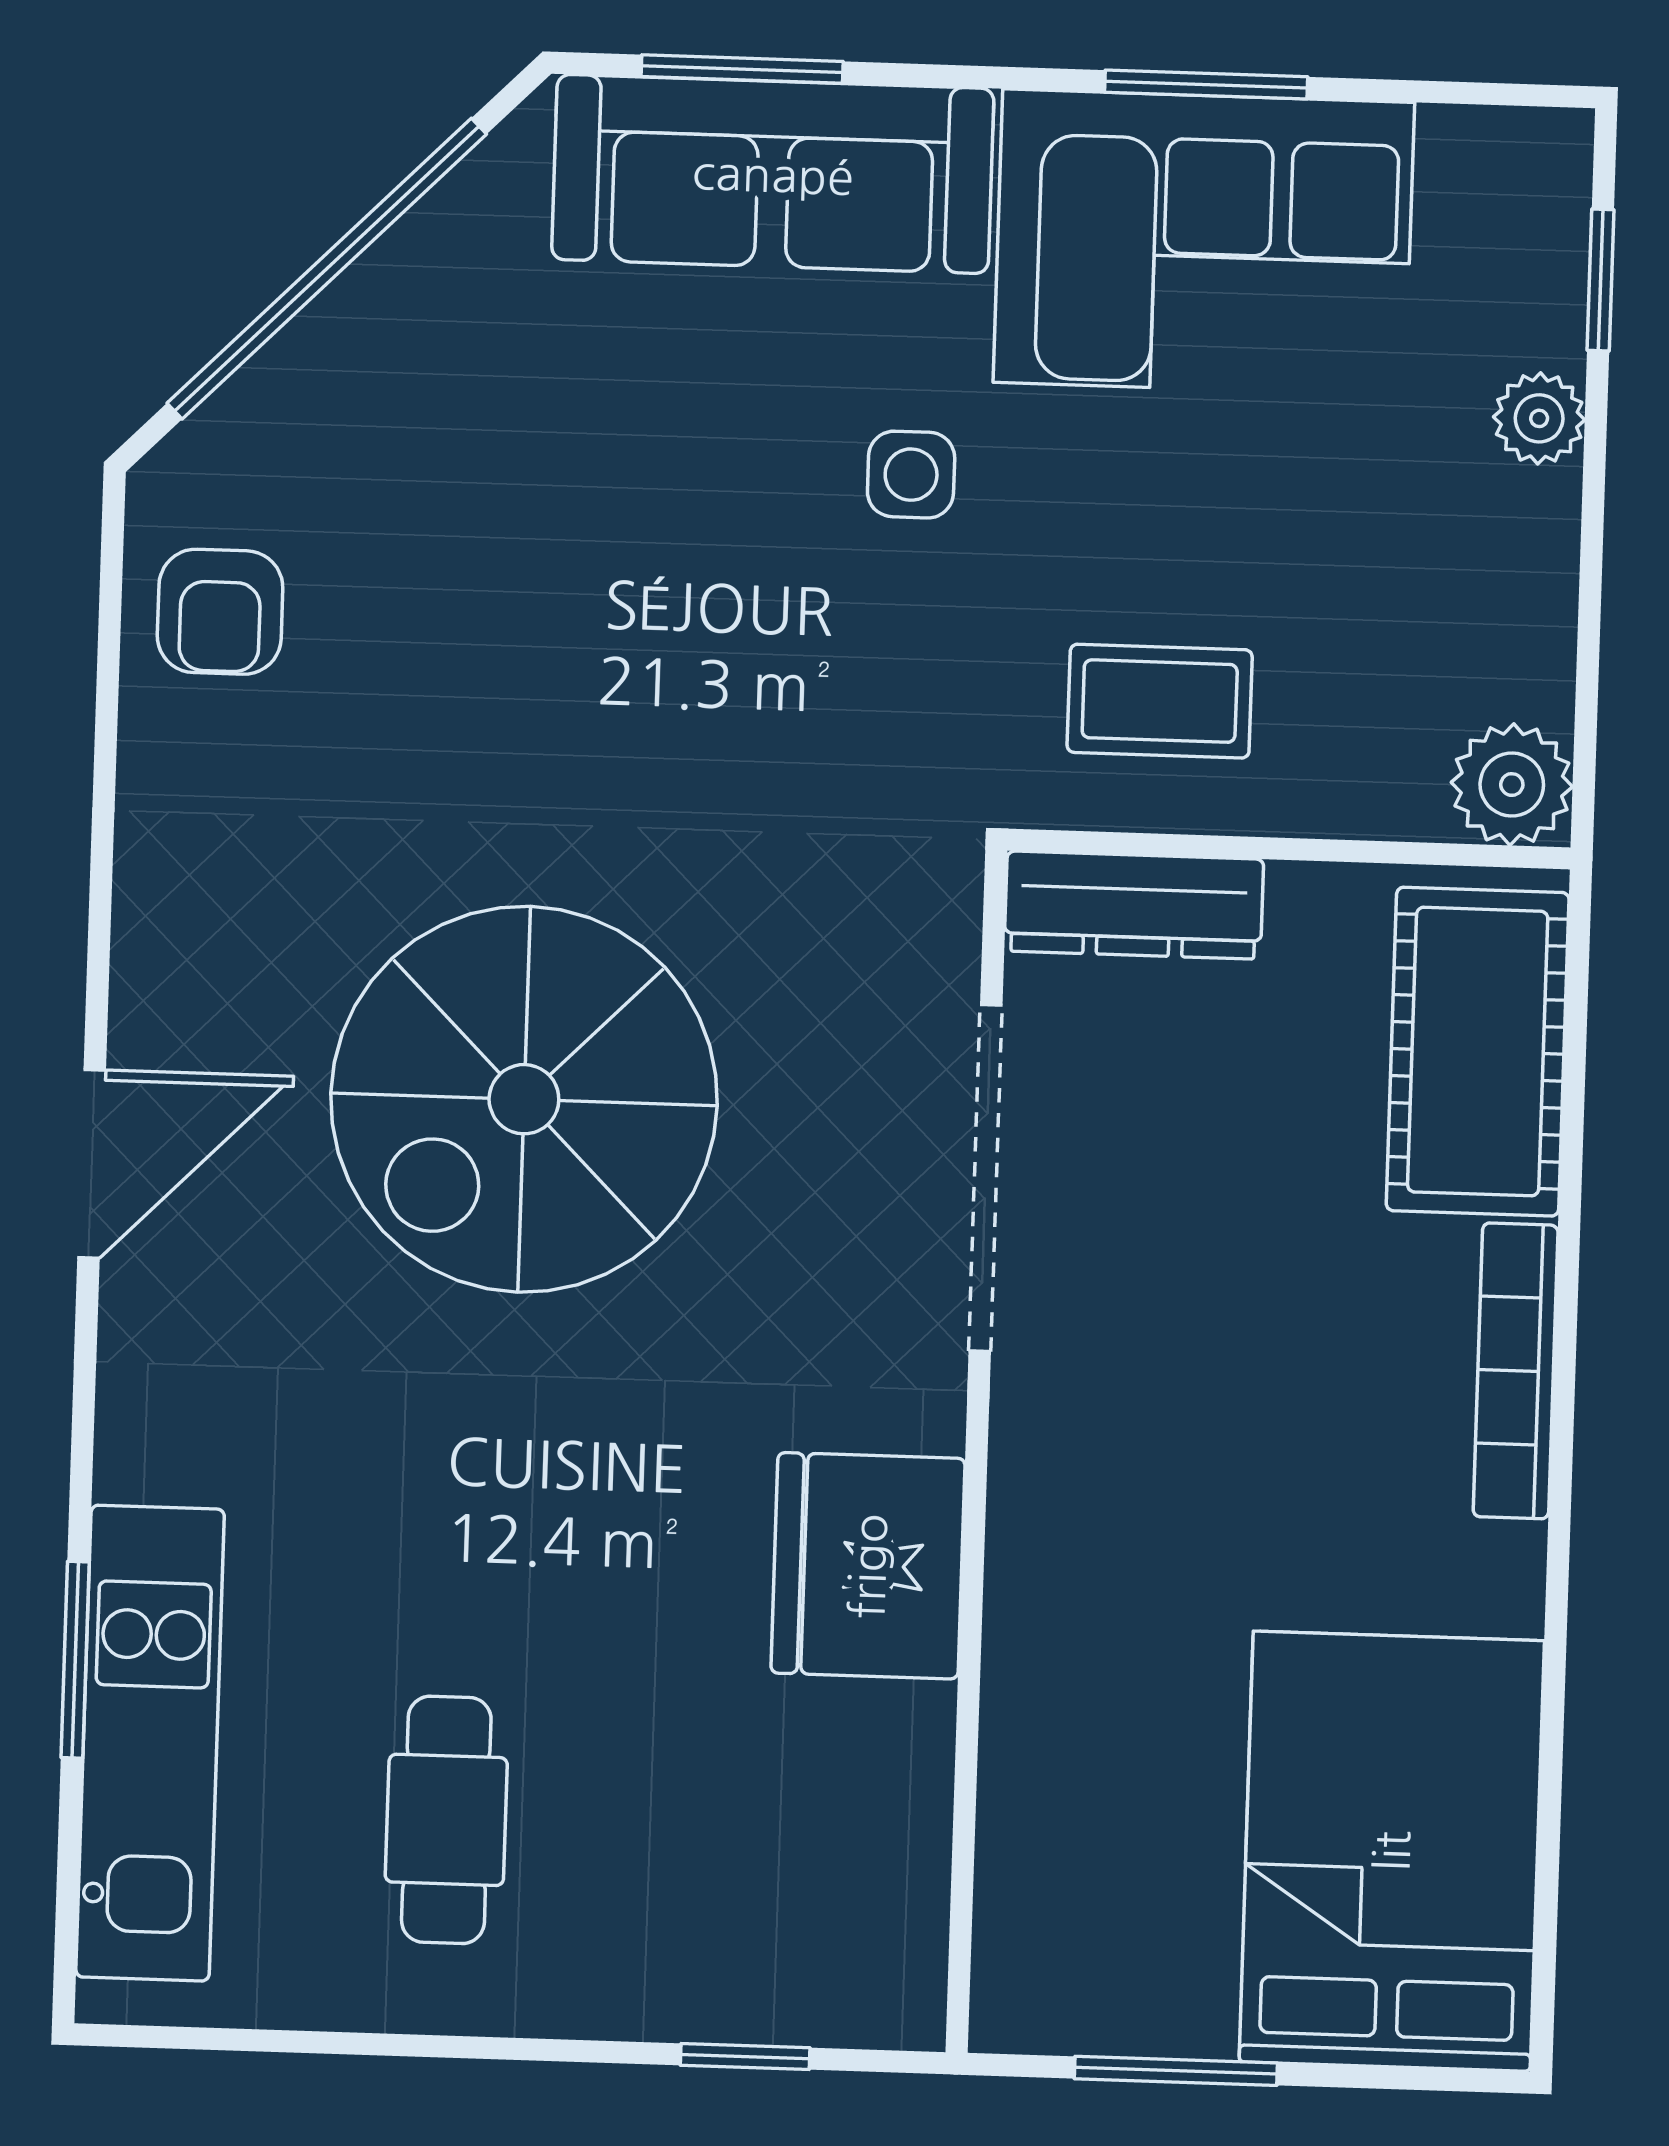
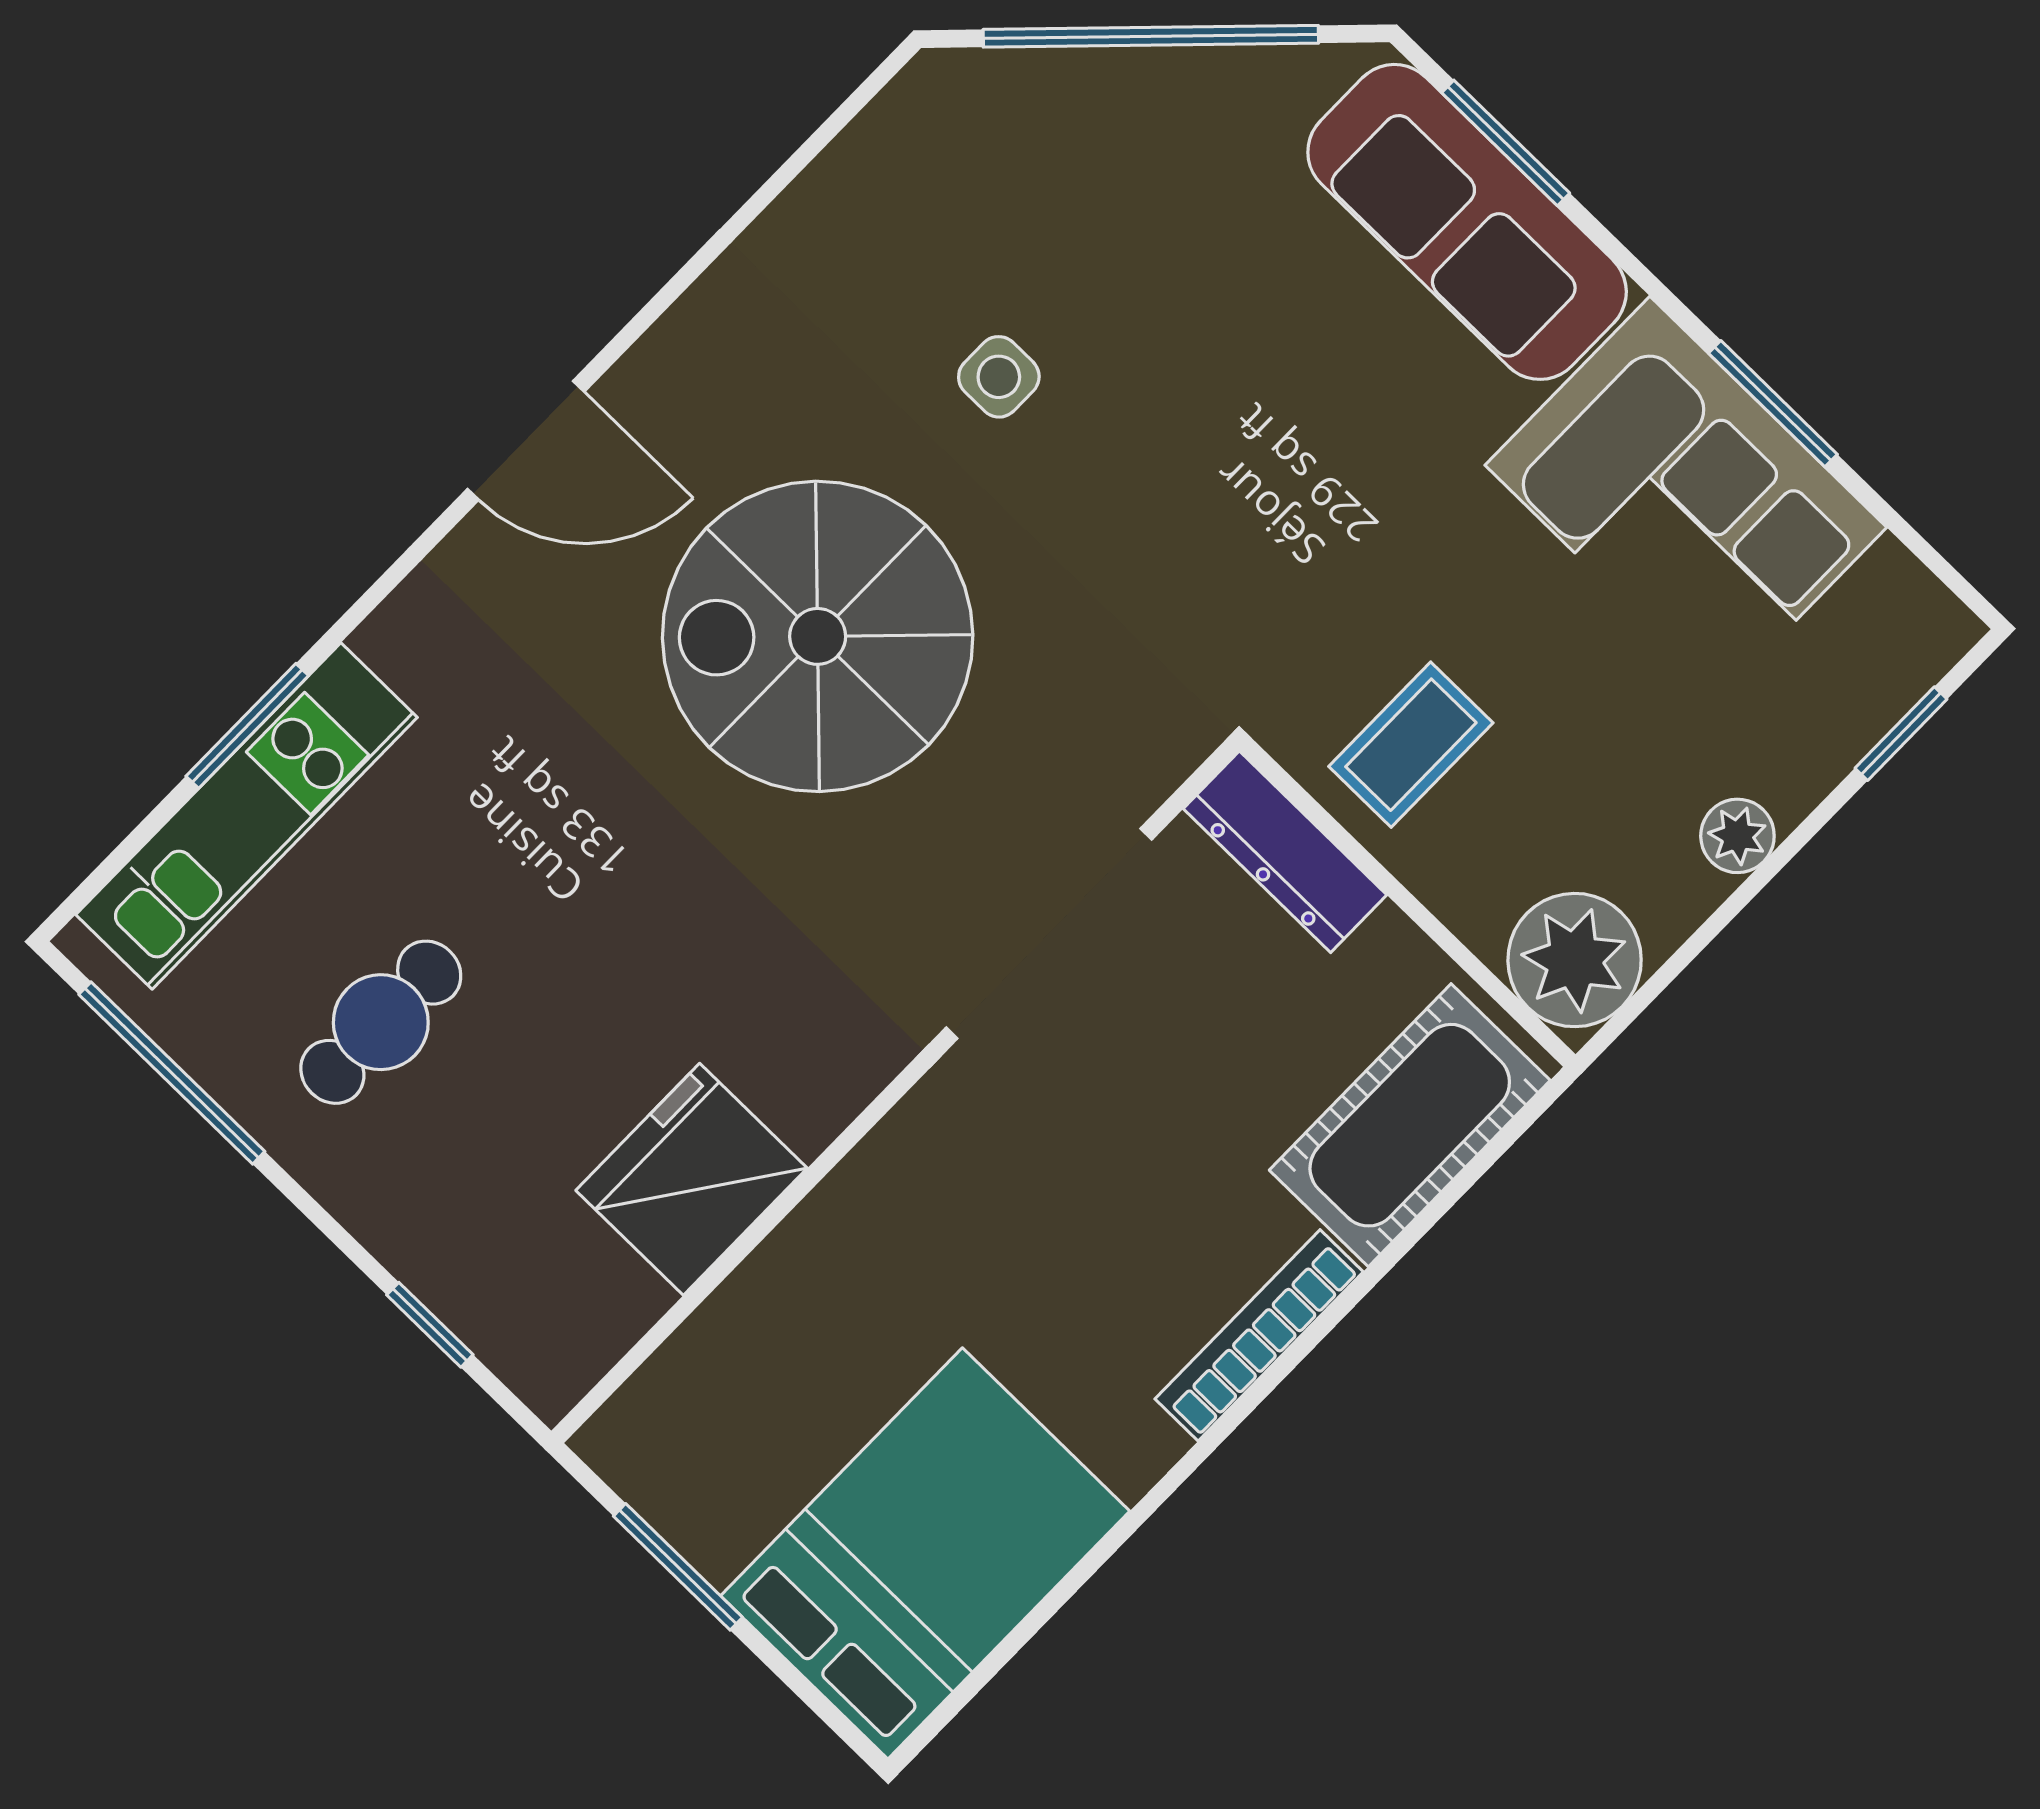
plant: (1539, 418) -> (1737, 836), moved
side table: (911, 475) -> (999, 377), moved
armchair: (220, 612) -> (901, 182), removed
coffee table: (1160, 701) -> (1411, 745), turned 90
plant: (1512, 785) -> (1575, 960), width x1.36, depth x1.36
fridge: (868, 1566) -> (692, 1179), moved
window: (297, 2042) -> (172, 1073), added

